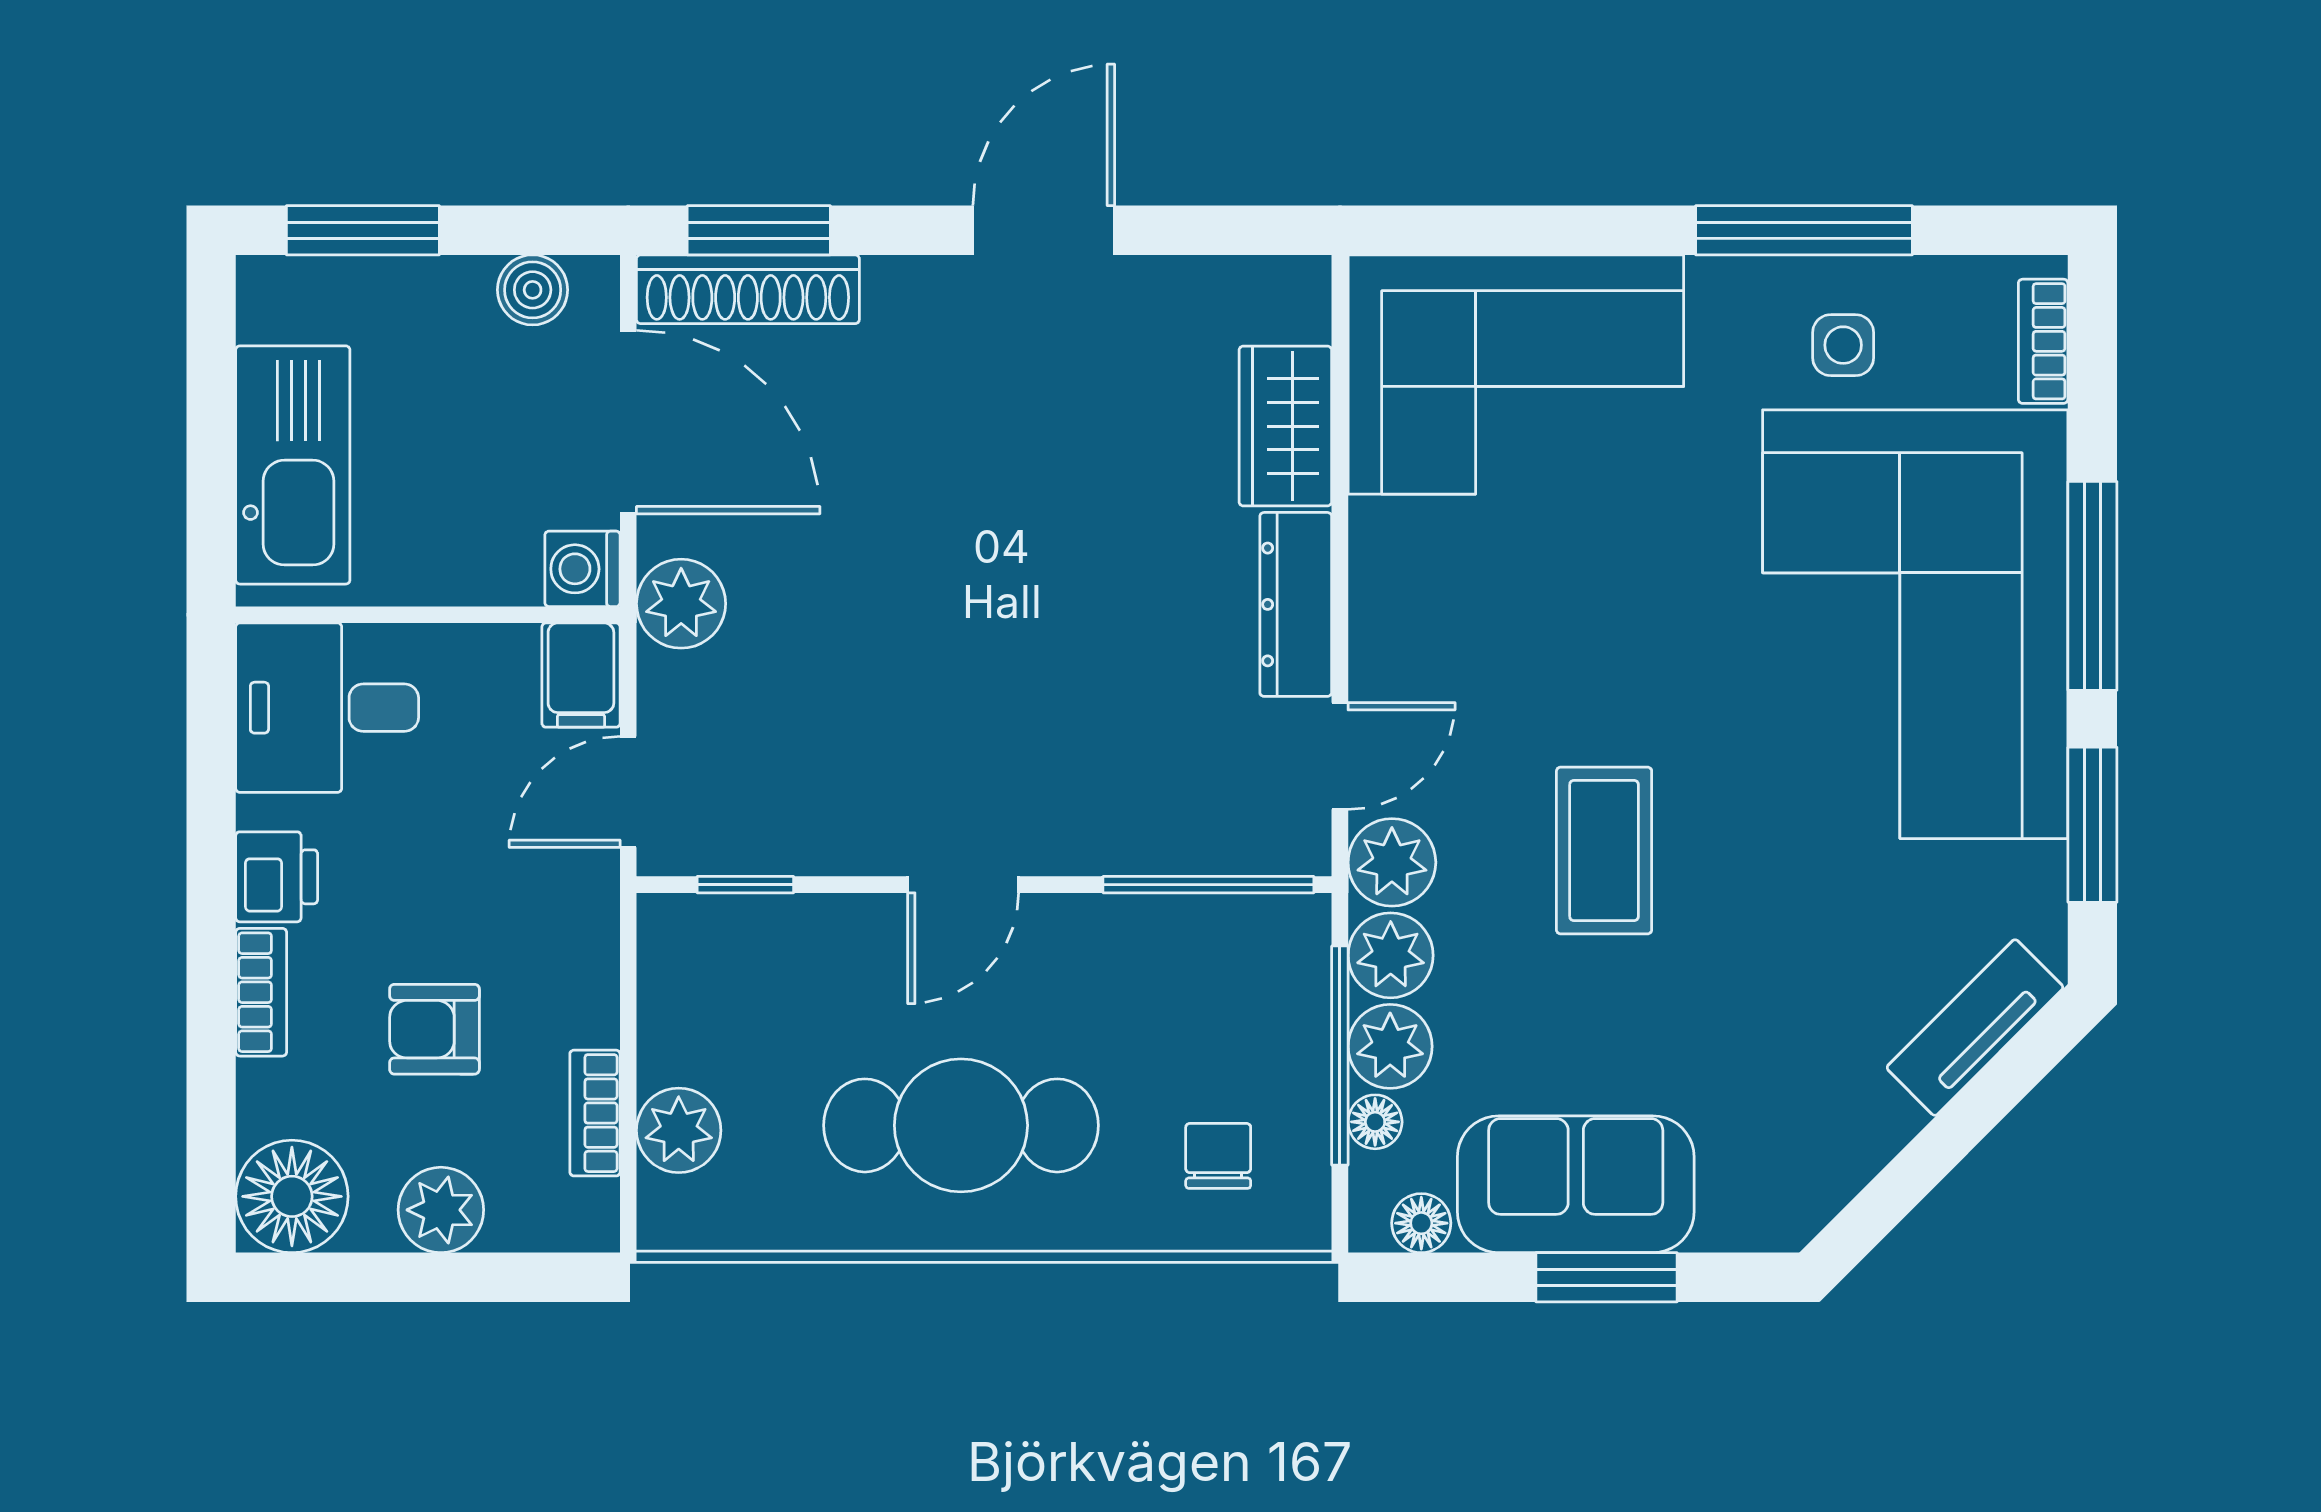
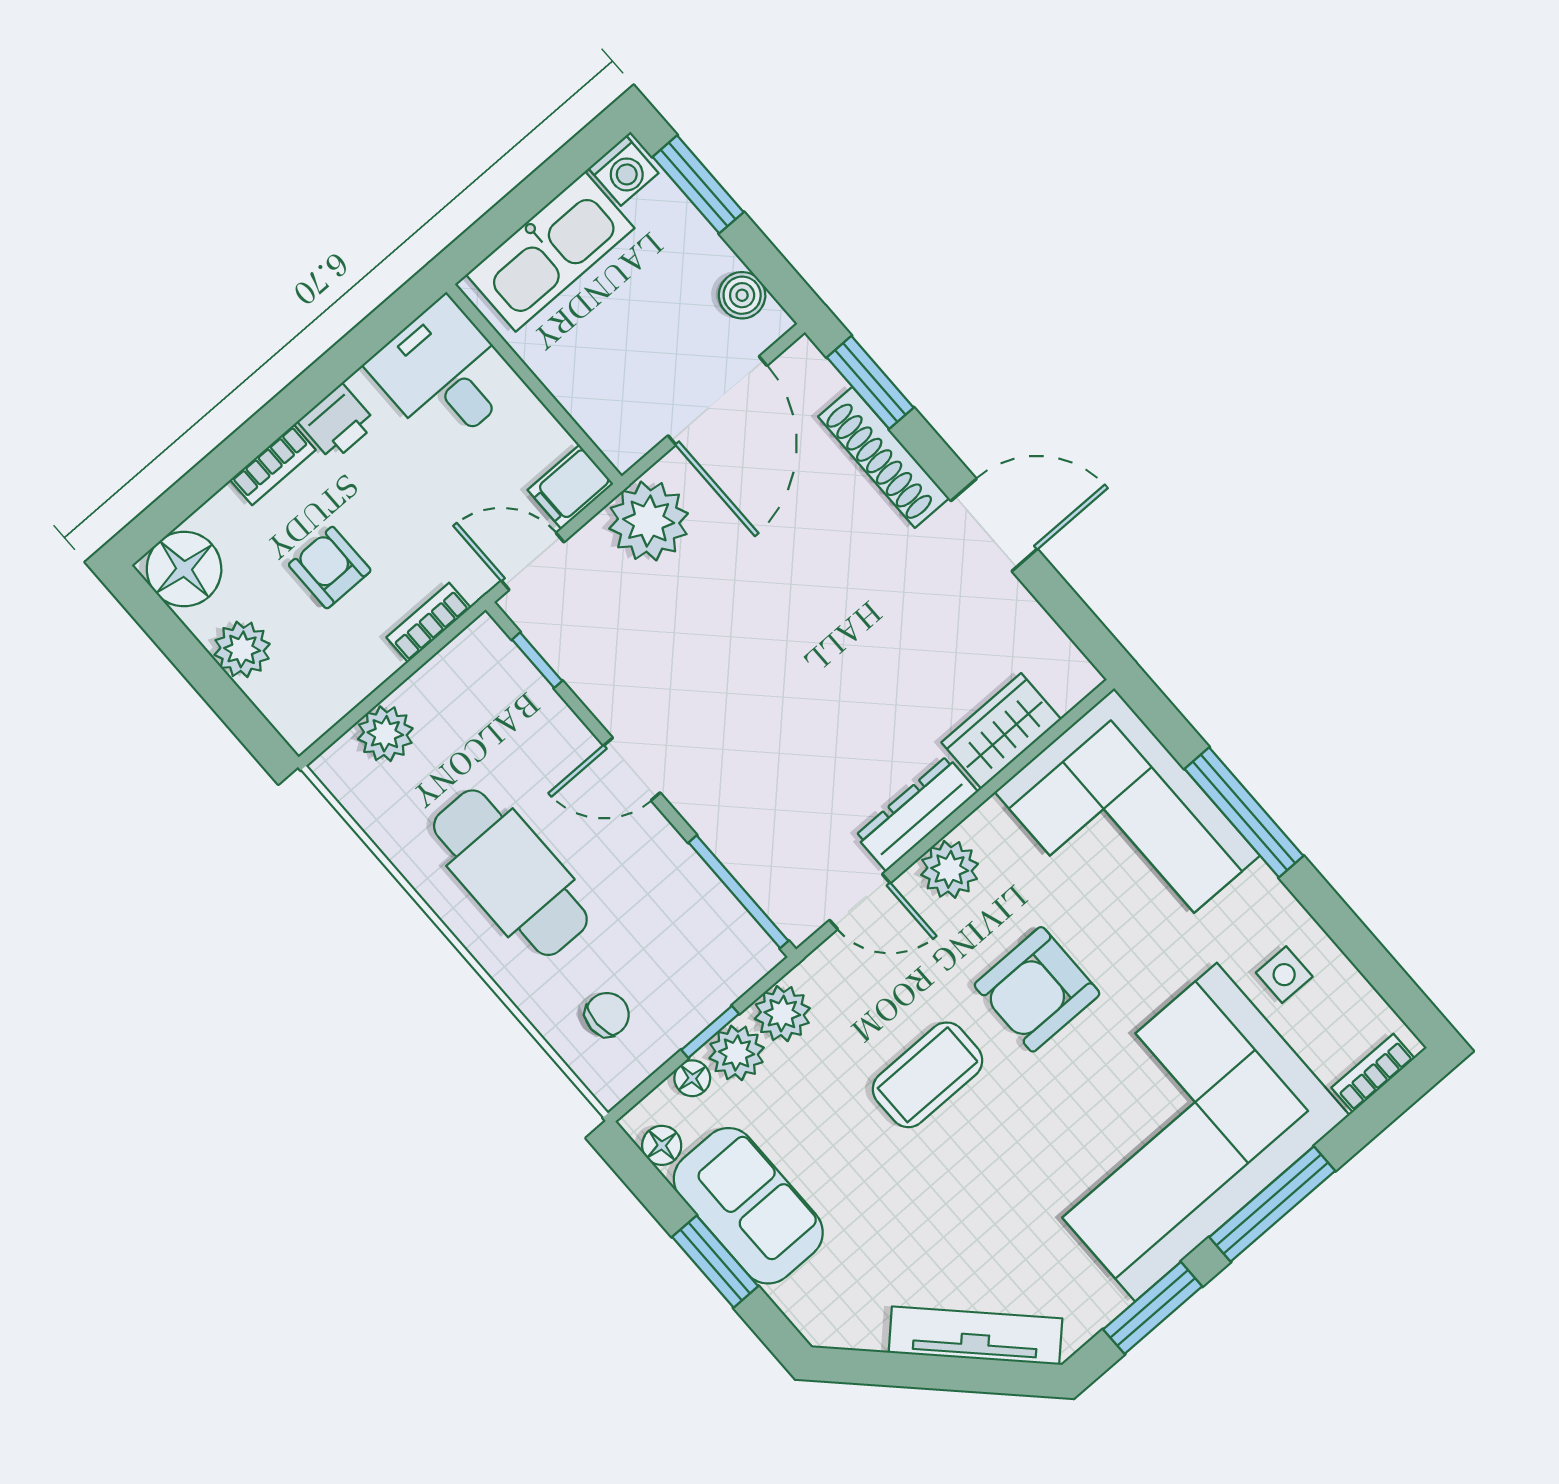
window: (1804, 230) -> (1244, 812), moved
shoe rack: (748, 289) -> (884, 457), moved
washing machine: (582, 569) -> (623, 171), moved, turned 180
plant: (681, 604) -> (649, 521), width x1.36, depth x1.36
armchair: (1615, 641) -> (1037, 989), added
plant: (1392, 862) -> (950, 869), moved
tv unit: (1975, 1028) -> (975, 1336), width x1.41
window: (1340, 1056) -> (710, 1032), width x0.46
bookcase: (595, 1113) -> (429, 622), moved

